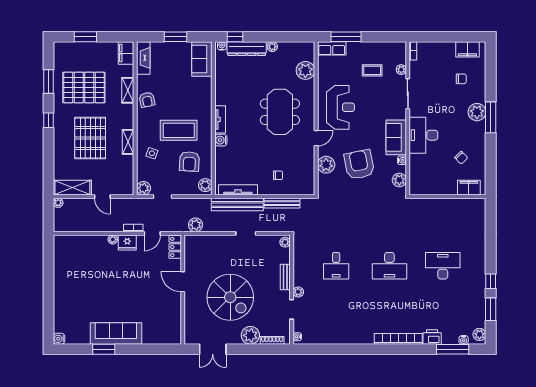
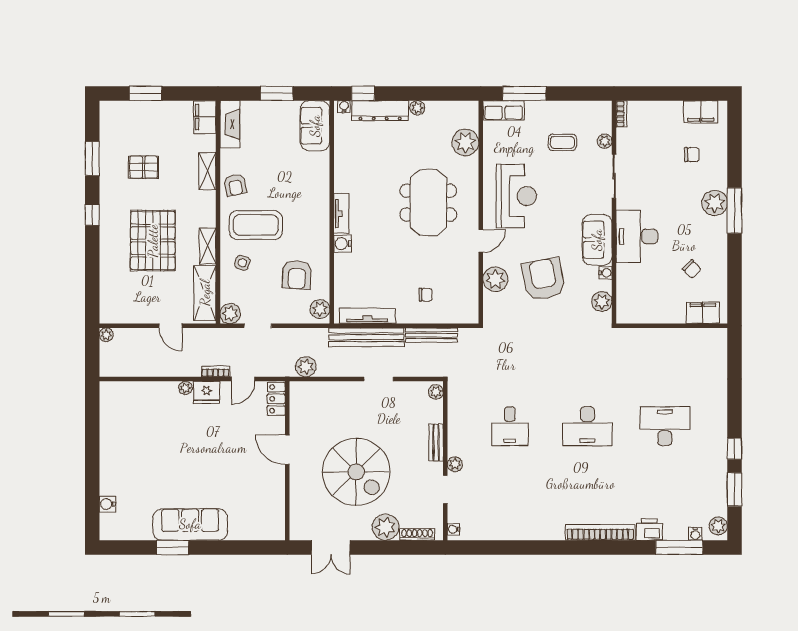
pallet: (84, 88) -> (144, 167), width x0.49, depth x0.50
coffee table: (179, 130) -> (256, 225), moved
shelving: (72, 188) -> (205, 293), moved, turned 90
water cooler: (59, 339) -> (107, 504), moved

